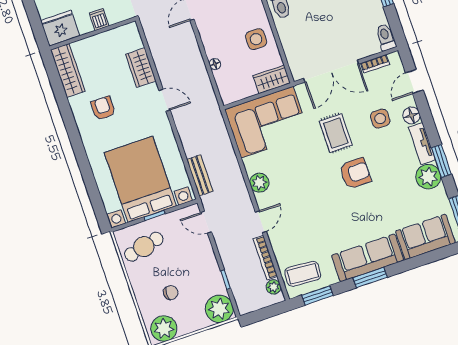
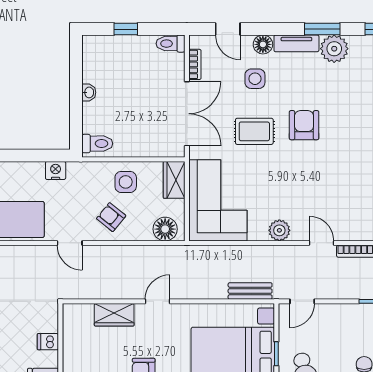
armchair: (222, 37) -> (111, 217), added
floor lamp: (215, 64) -> (165, 229), moved, width x1.89, depth x1.89

